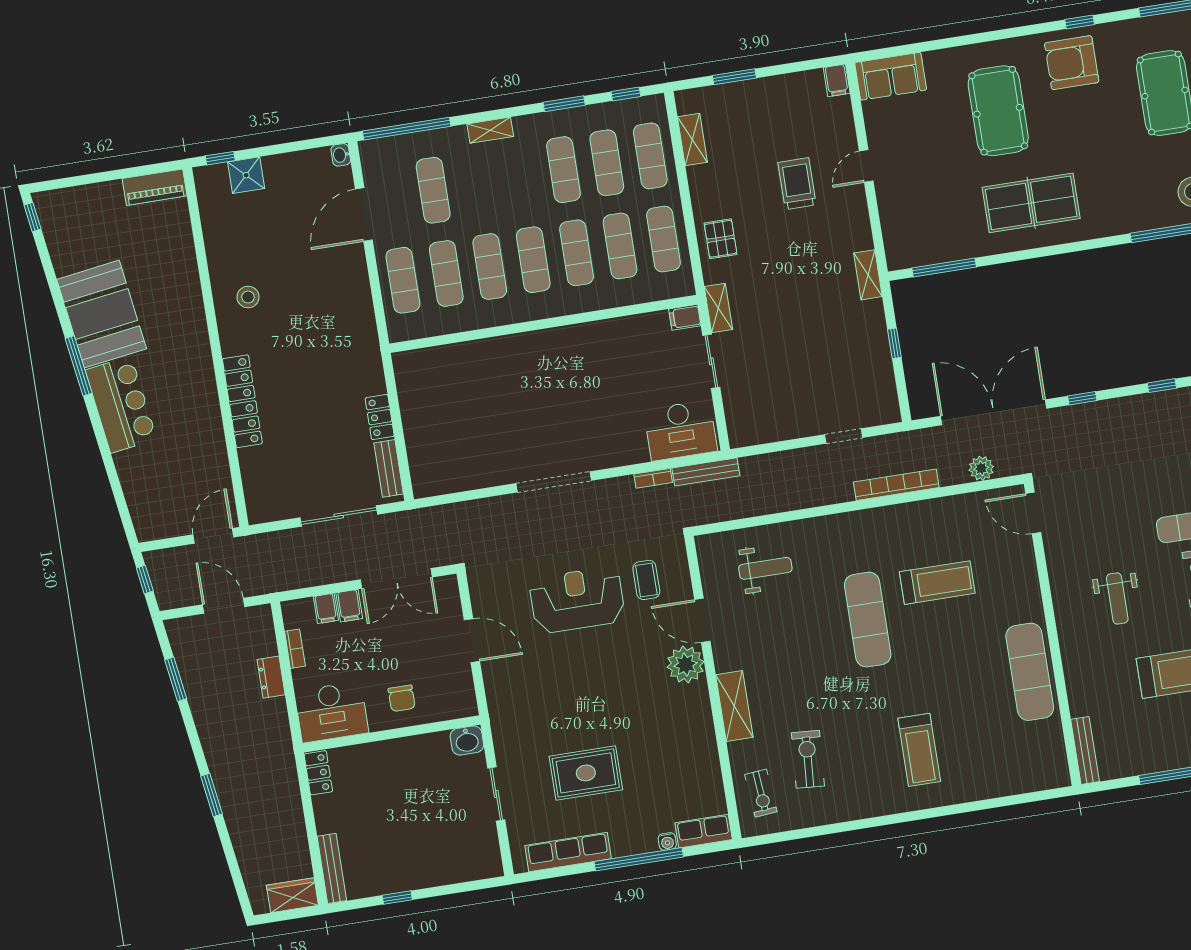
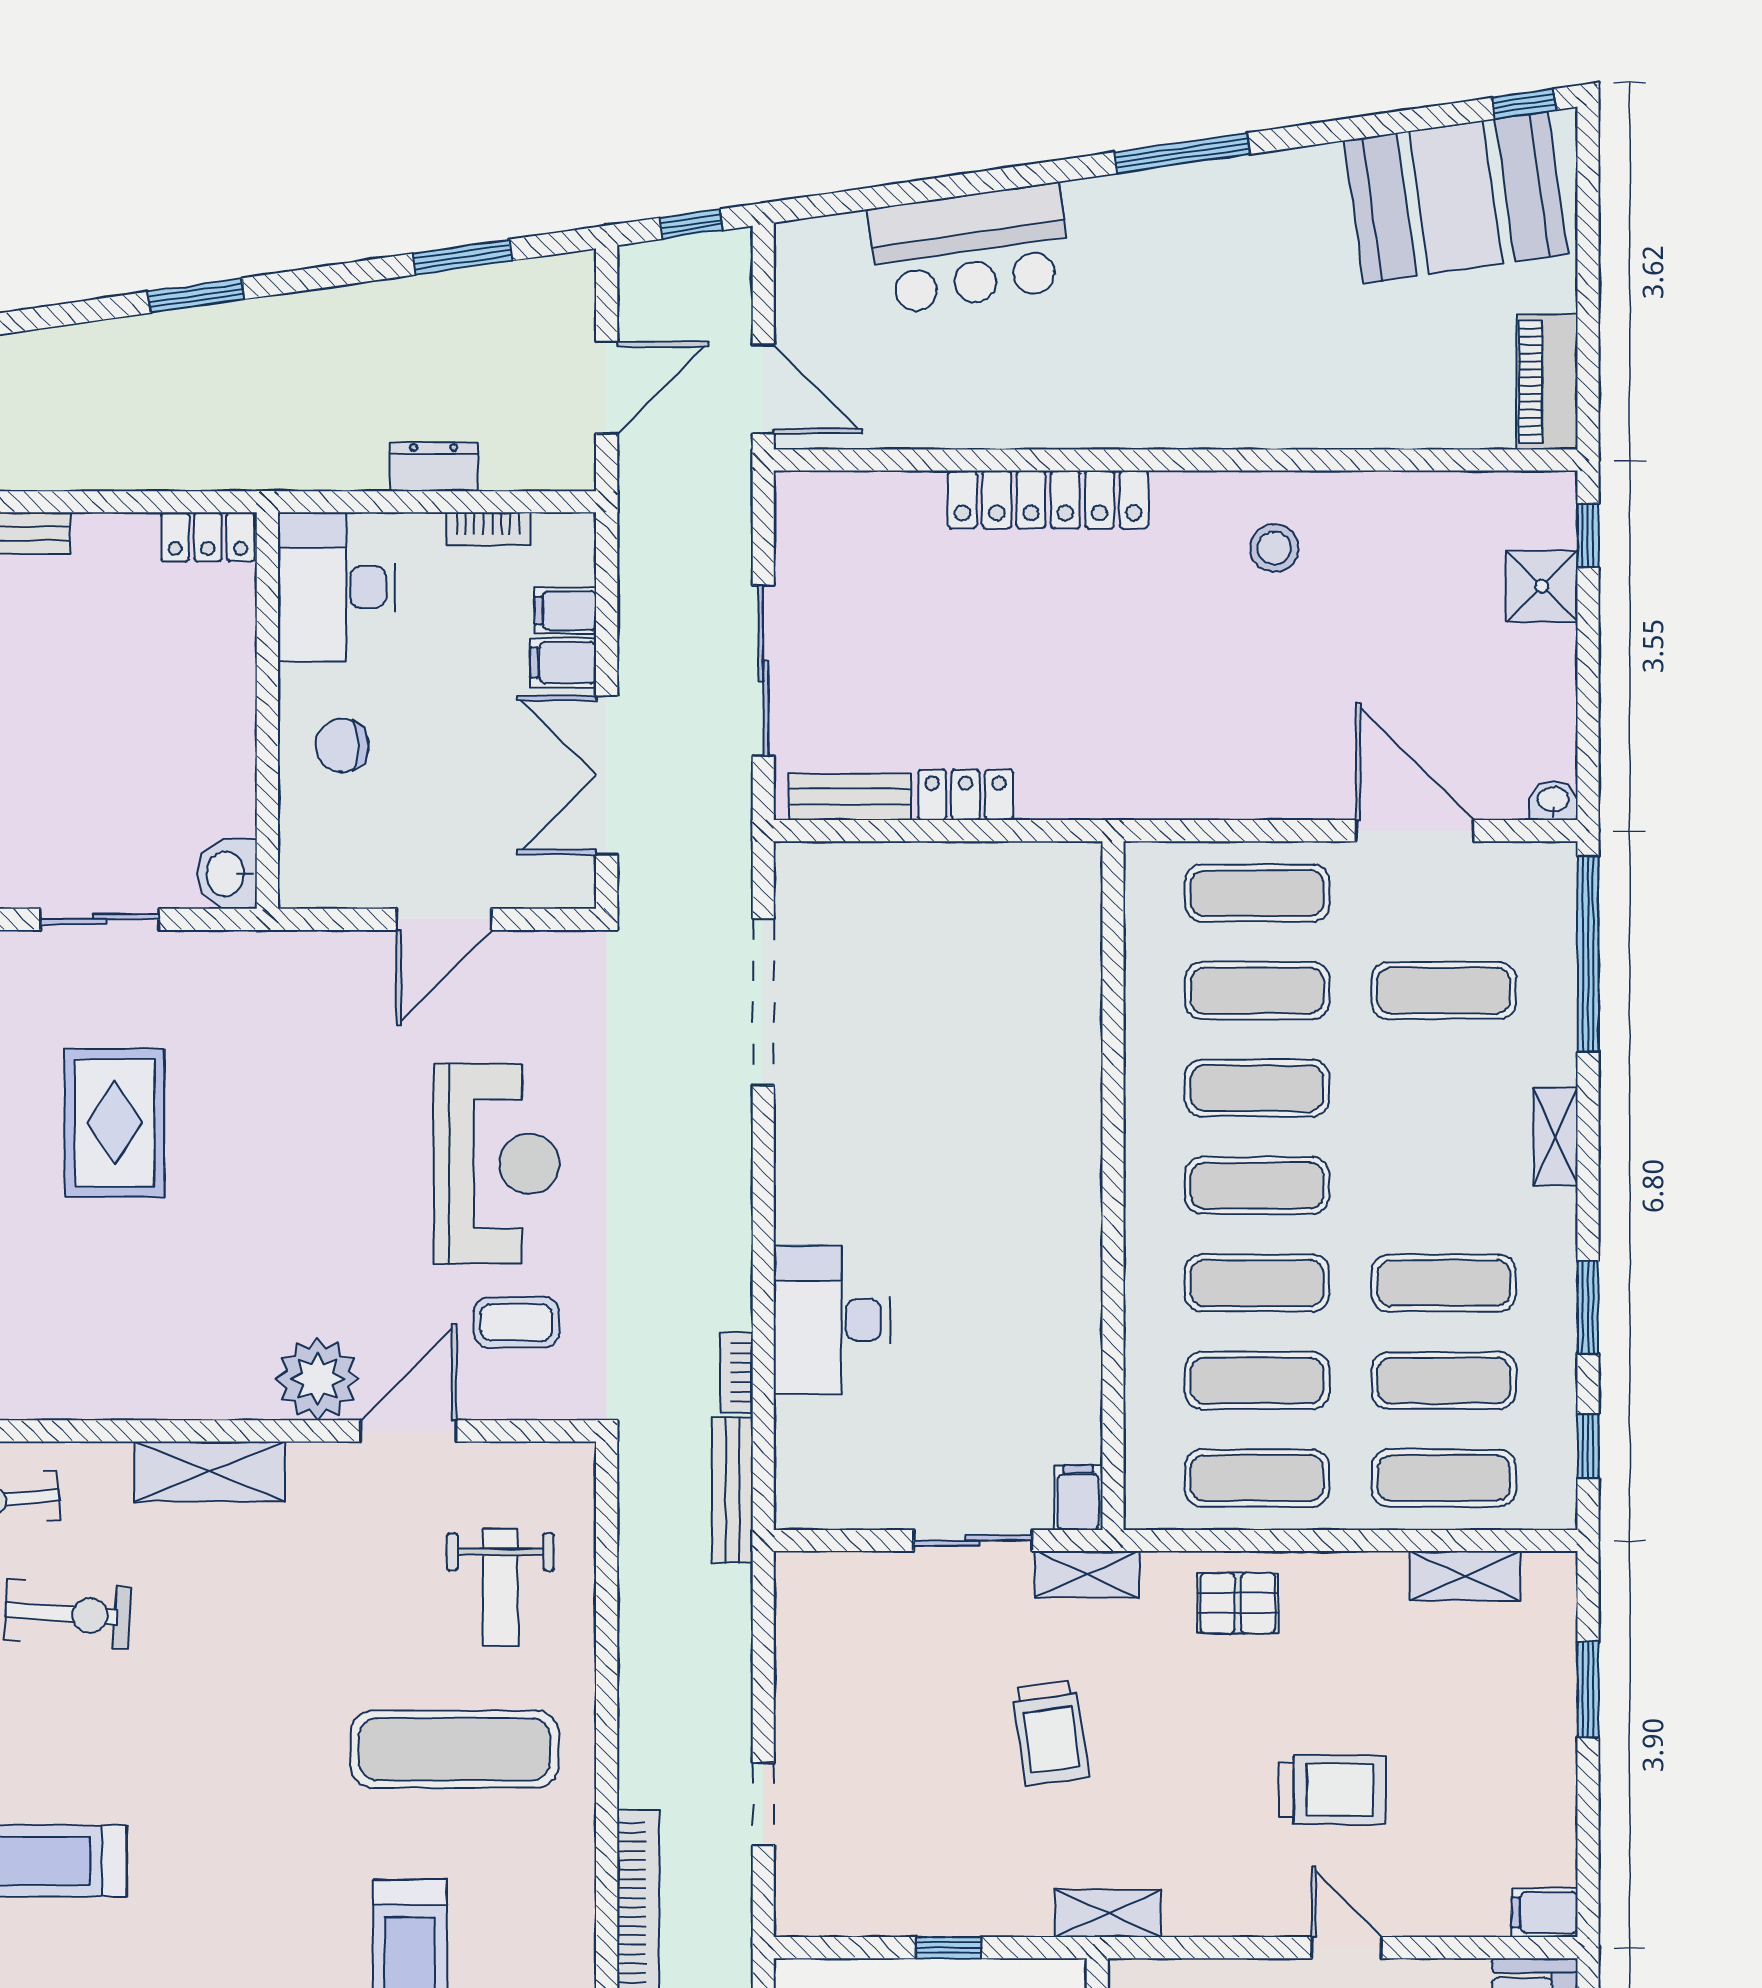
trolley: (792, 313) -> (1050, 1733), added
booth: (102, 314) -> (1456, 197), moved
bar counter: (121, 405) -> (970, 249), moved
desk: (681, 430) -> (832, 1320), moved
doorway: (554, 482) -> (763, 1002), moved
exercise mat: (868, 620) -> (455, 1749), moved

